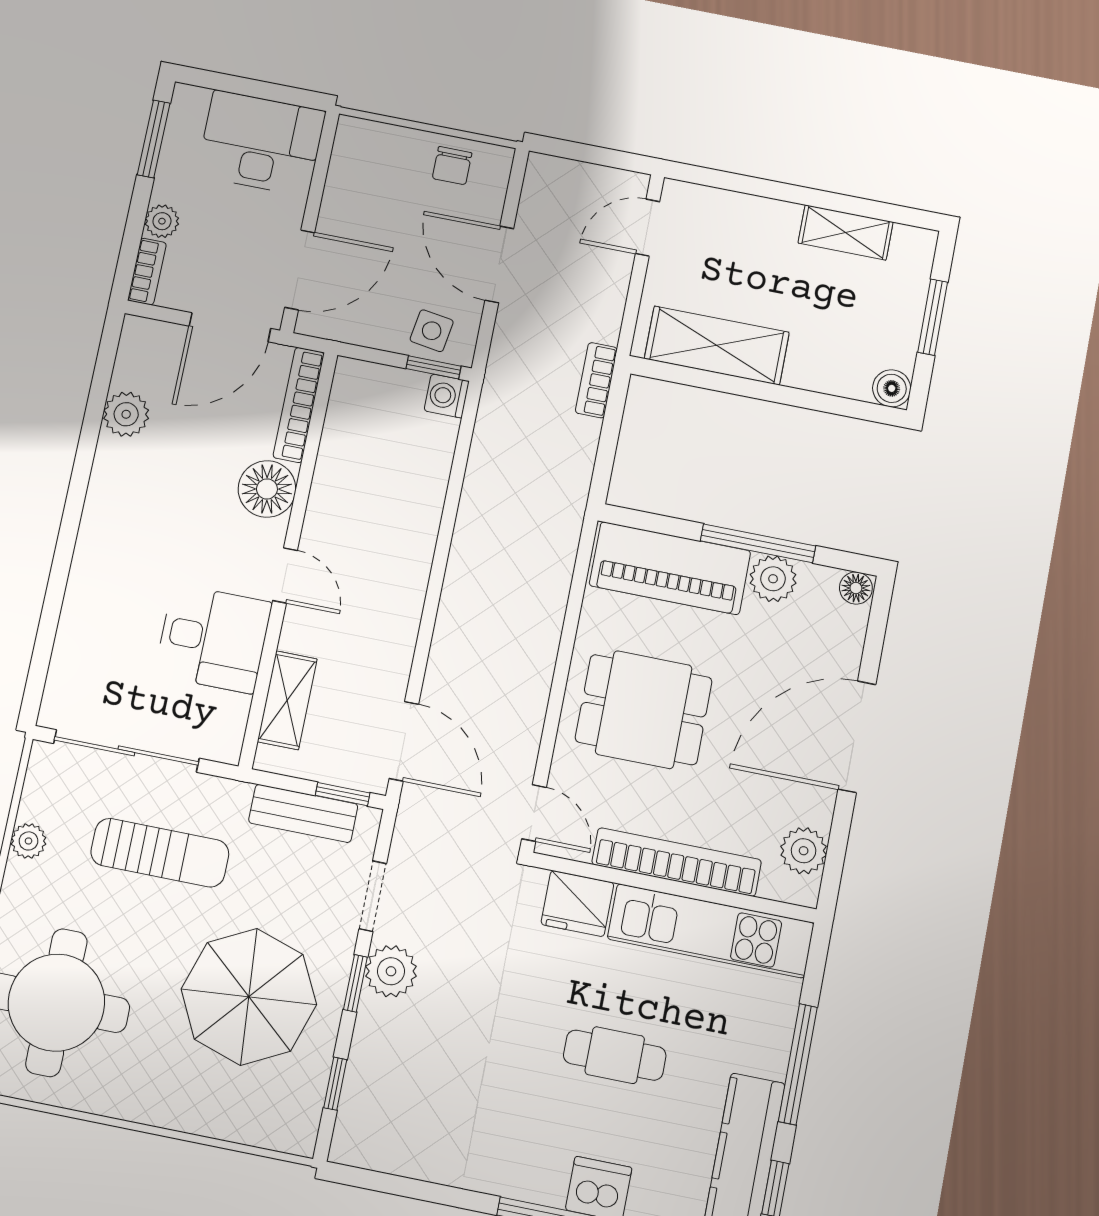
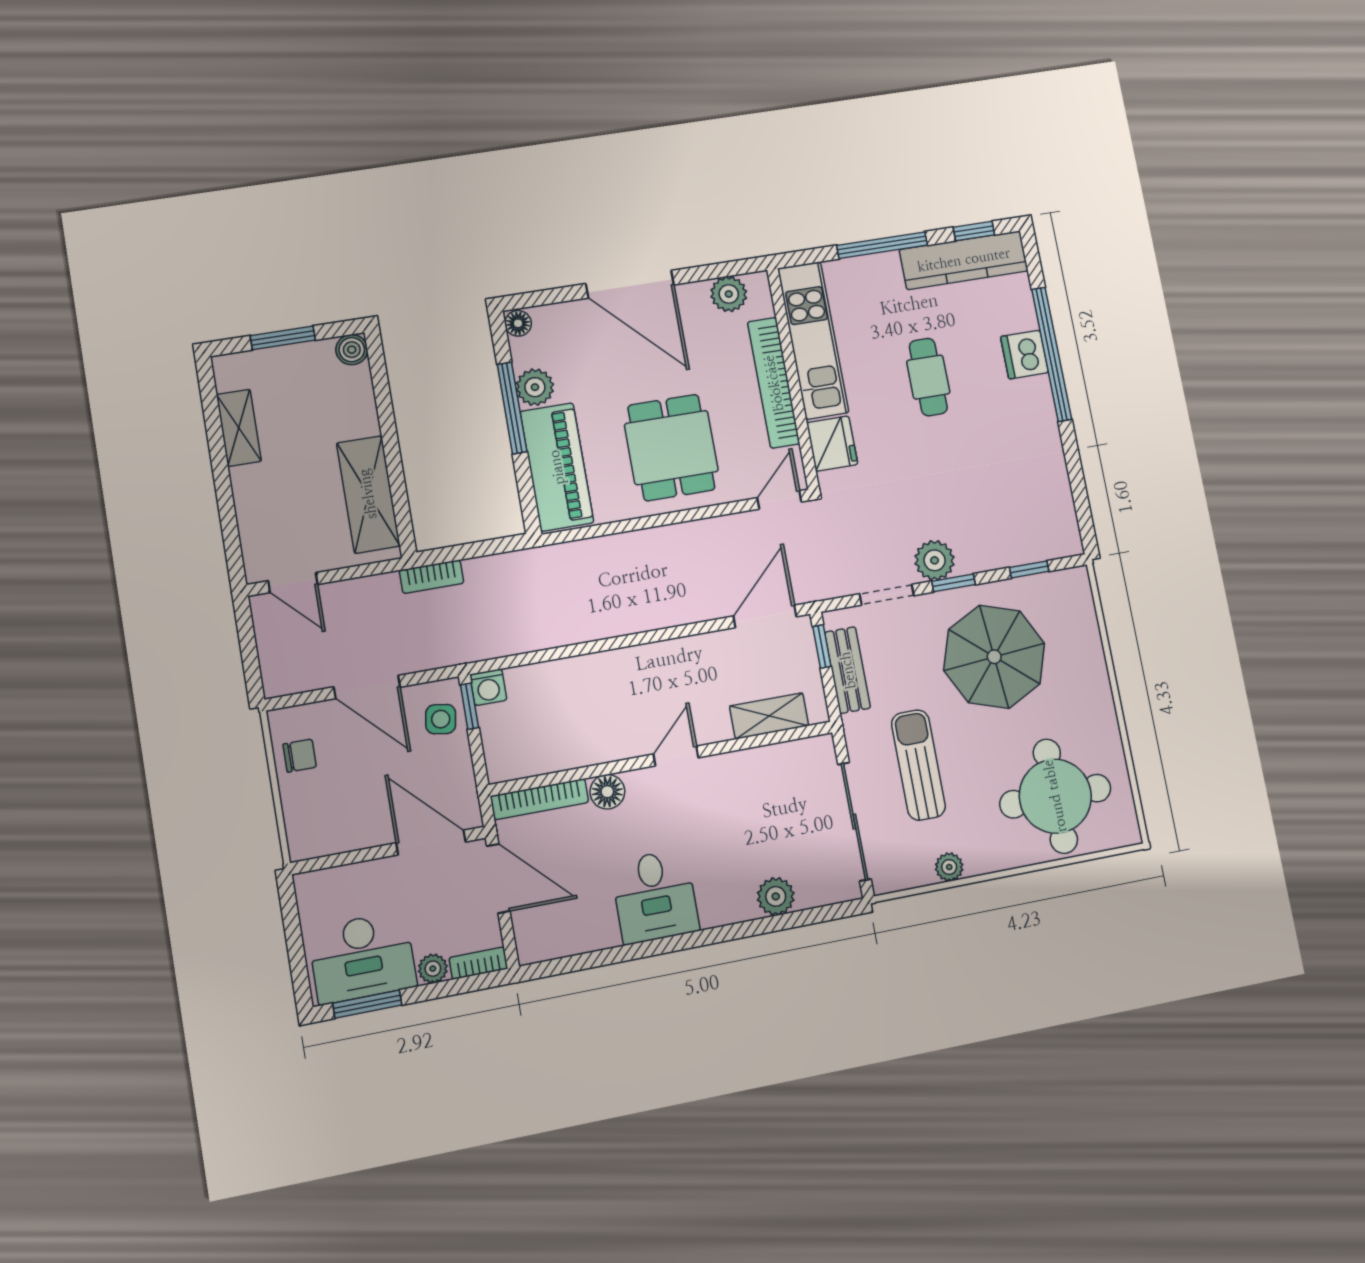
desk: (261, 143) -> (362, 957), moved, turned -90
door: (499, 264) -> (367, 687), hinge flipped
plant: (126, 414) -> (776, 896), moved
floor lamp: (267, 489) -> (607, 792), width x0.73, depth x0.73
desk: (213, 639) -> (655, 896), moved, turned 180

